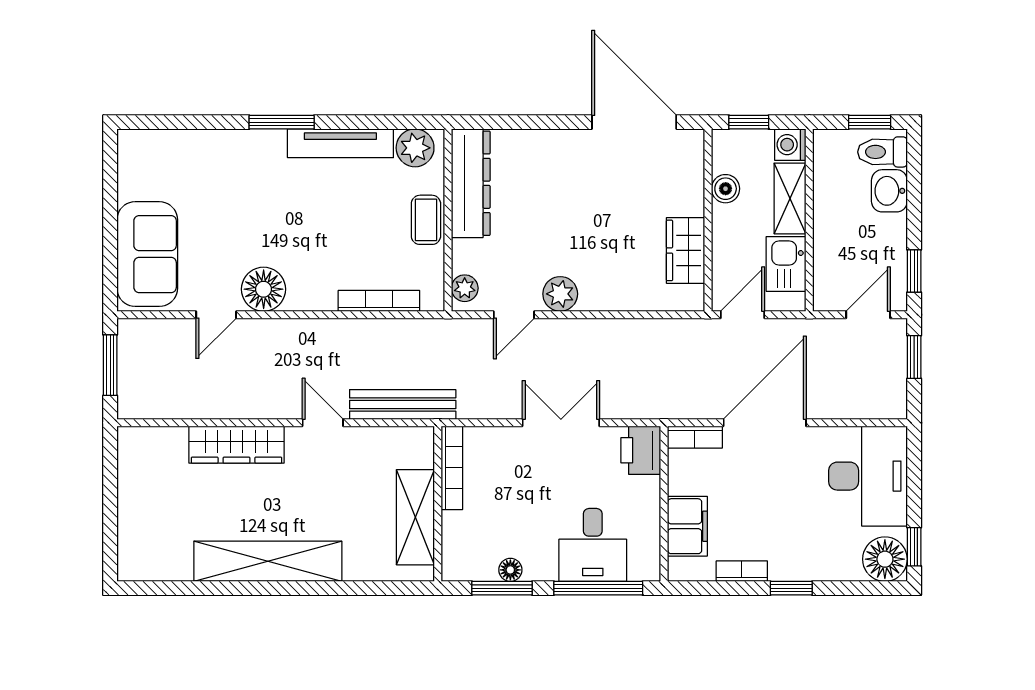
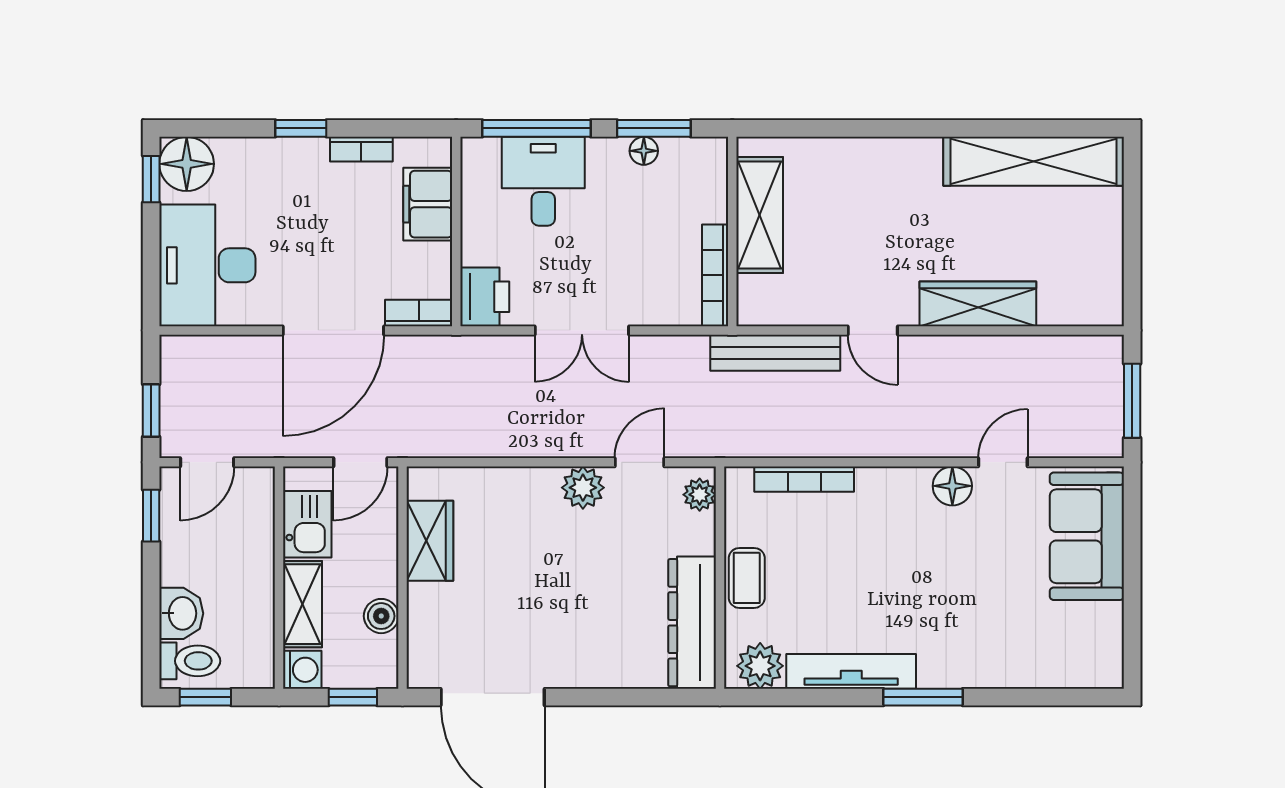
floor lamp: (264, 289) -> (952, 486), width x0.73, depth x0.73
shelving: (268, 561) -> (1034, 161), moved

